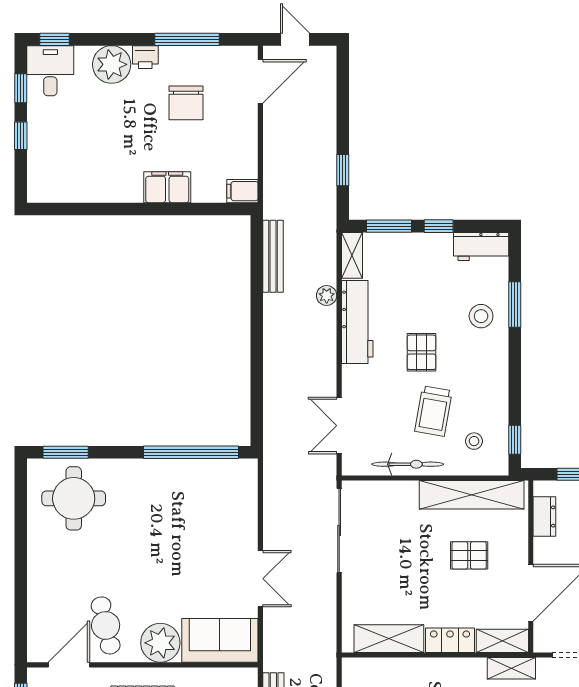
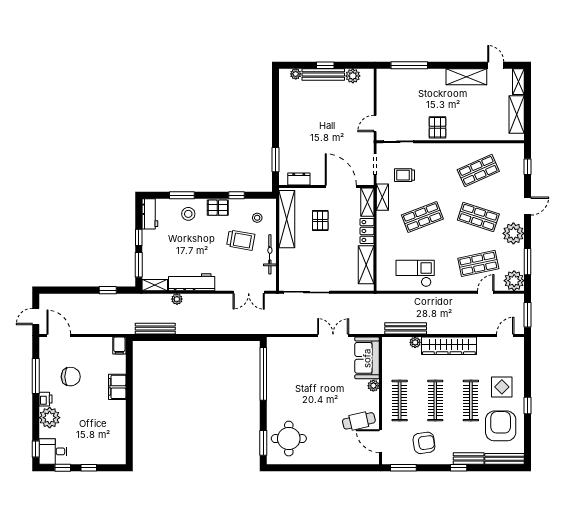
pallet: (421, 352) -> (218, 208), moved
window: (515, 440) -> (236, 195), moved
plant: (160, 643) -> (373, 386), width x0.53, depth x0.53

